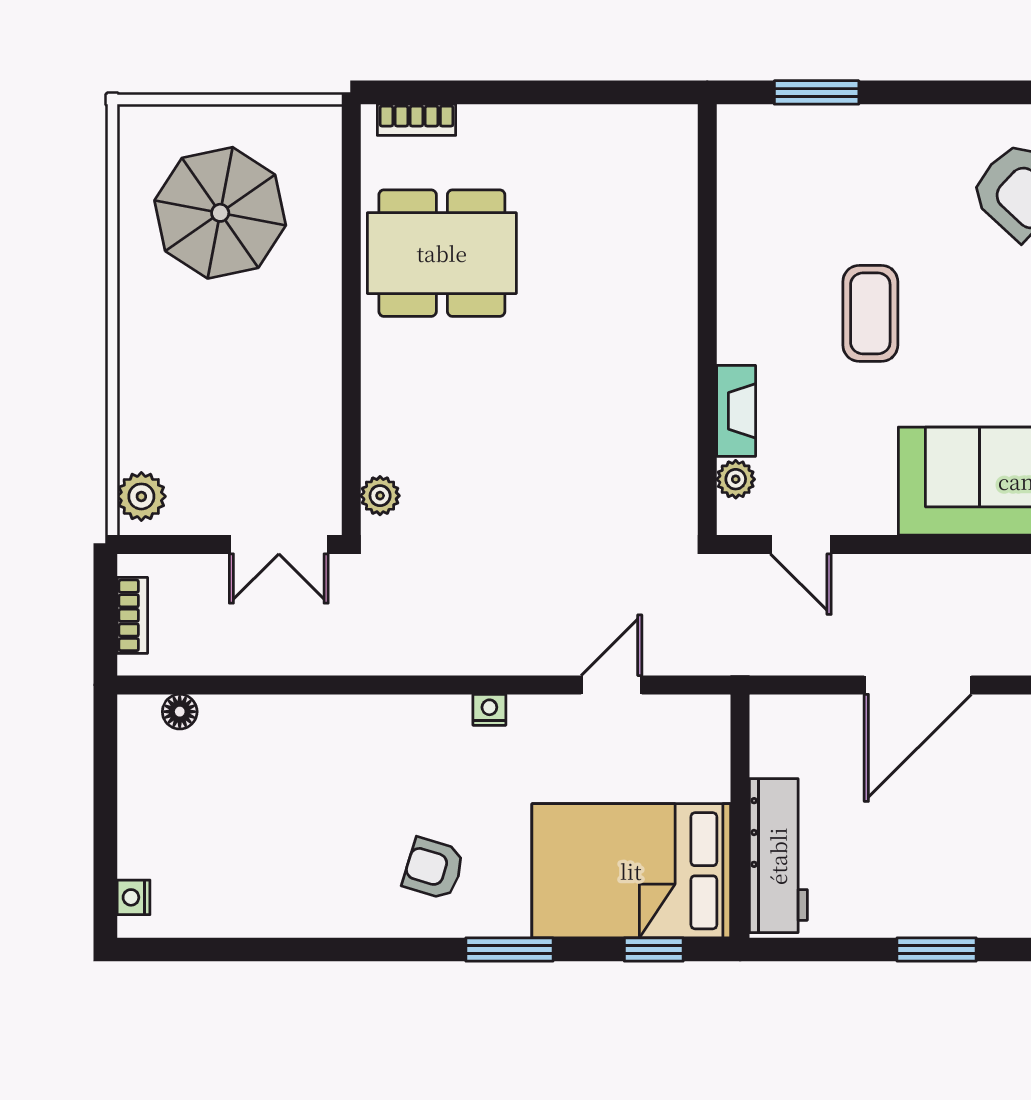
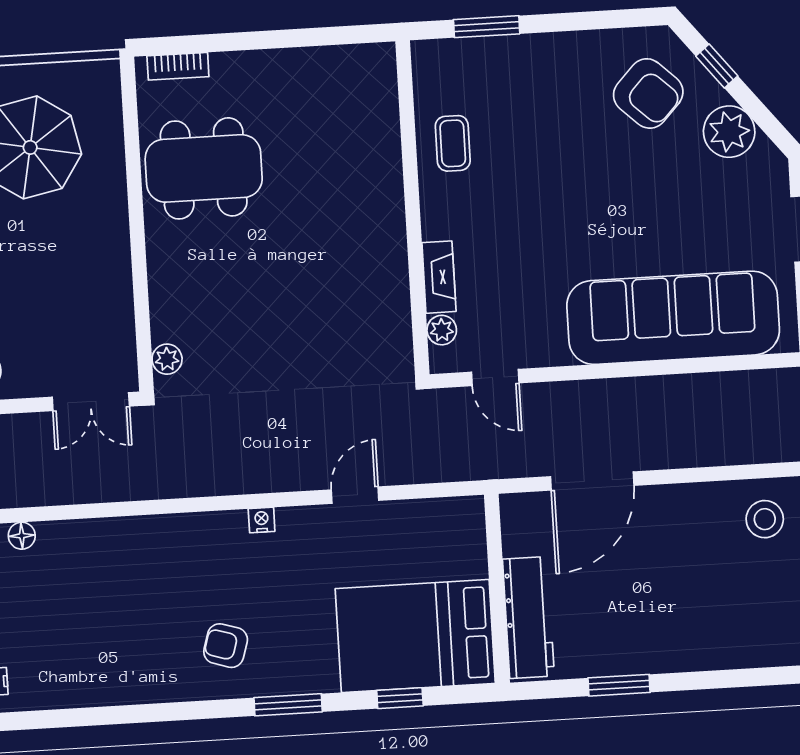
coffee table: (870, 313) -> (453, 143), moved, width x0.73, depth x0.77
wall: (740, 816) -> (497, 589), moved
workbench: (778, 856) -> (528, 618), moved
bed: (631, 871) -> (415, 636), moved

